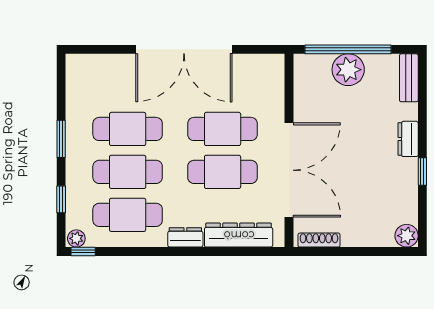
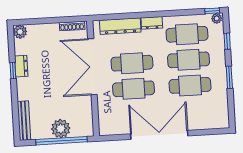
bench: (409, 78) -> (24, 121), width x1.36
dresser: (408, 139) -> (21, 66), moved

